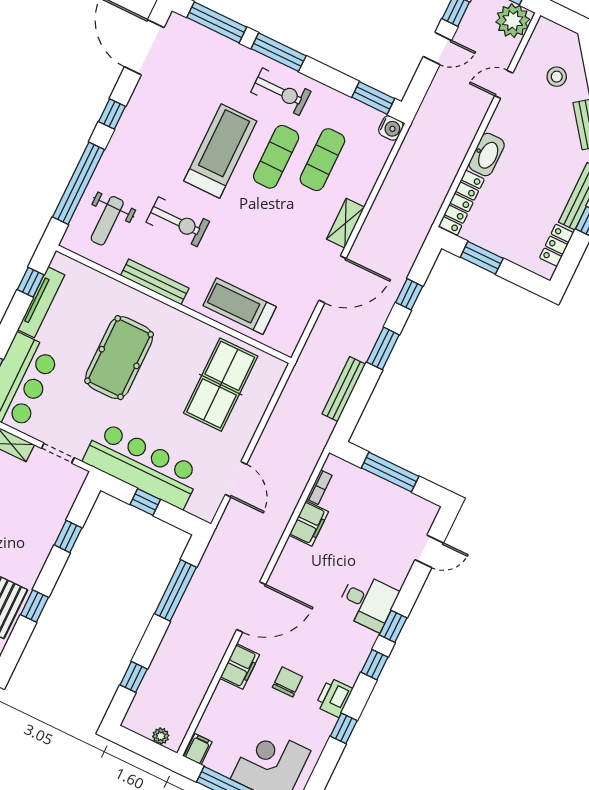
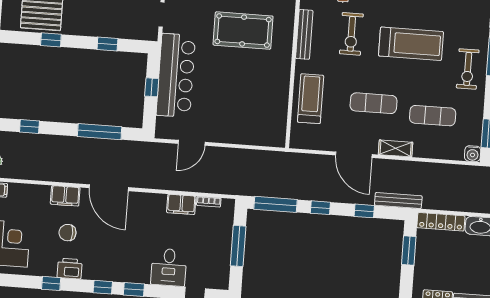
exercise mat: (276, 157) -> (374, 103), moved
window: (383, 348) -> (320, 208), width x0.67
table tennis table: (221, 385) -> (252, 107), removed
bench: (344, 389) -> (398, 200), moved
window: (356, 404) -> (275, 204), added
desk: (368, 602) -> (169, 267), moved
chair: (287, 682) -> (68, 233), turned 180

